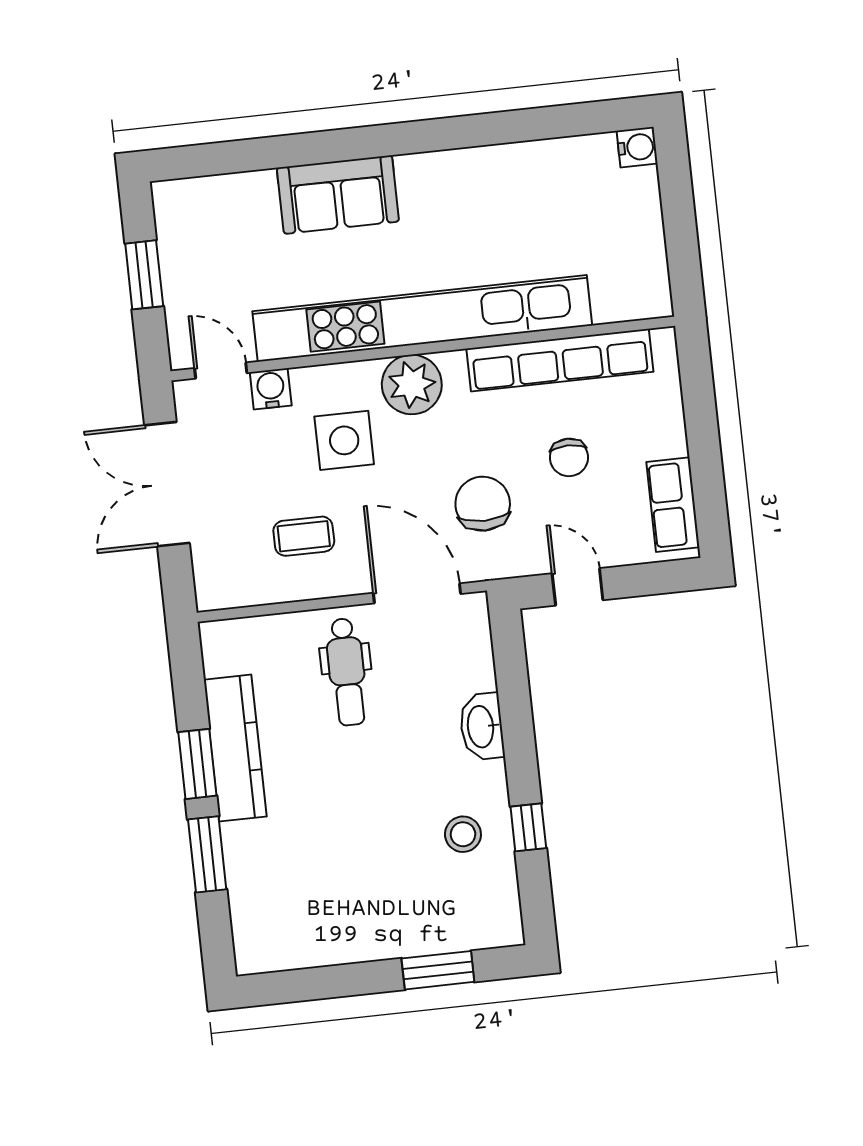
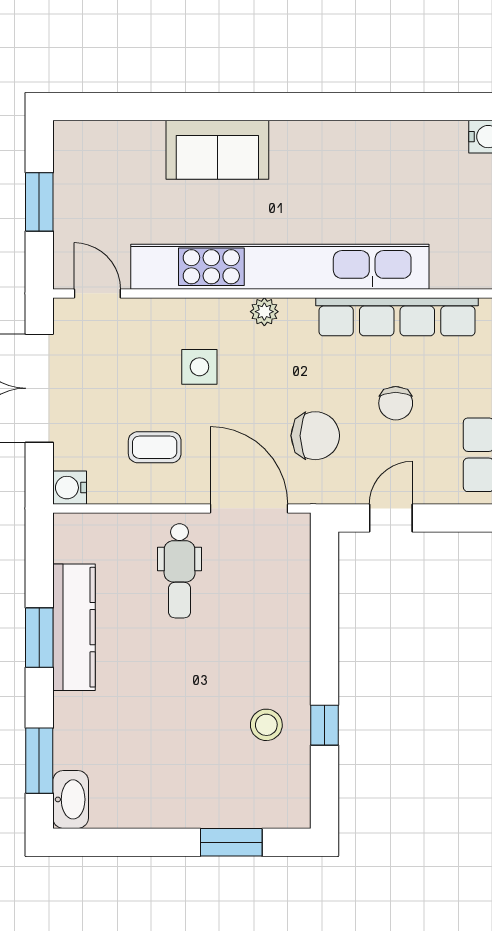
plant: (412, 384) -> (264, 312), width x0.53, depth x0.53
water cooler: (271, 389) -> (70, 488), moved, turned -90
side table: (344, 440) -> (199, 367), width x0.73, depth x0.73
chair: (483, 504) -> (315, 436), turned 90
door: (578, 587) -> (391, 518), hinge flipped
washbasin: (482, 727) -> (71, 799), moved, turned 180
window: (207, 854) -> (39, 761), moved

